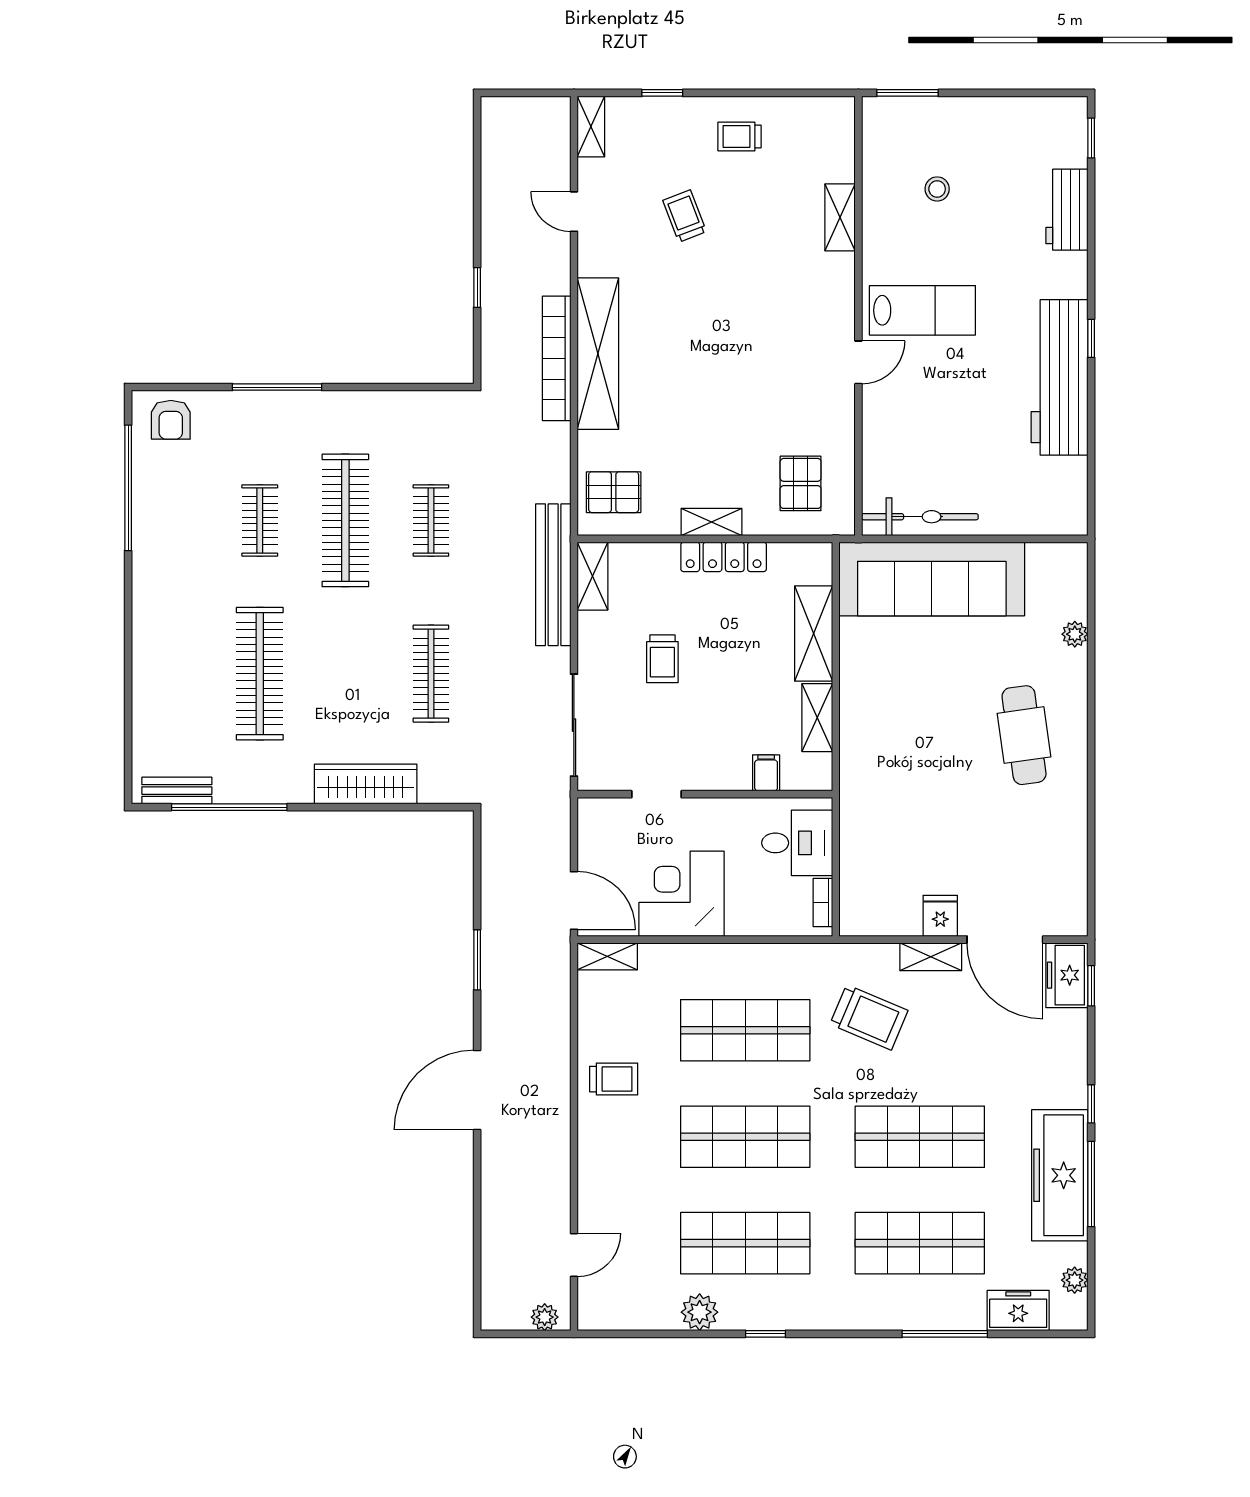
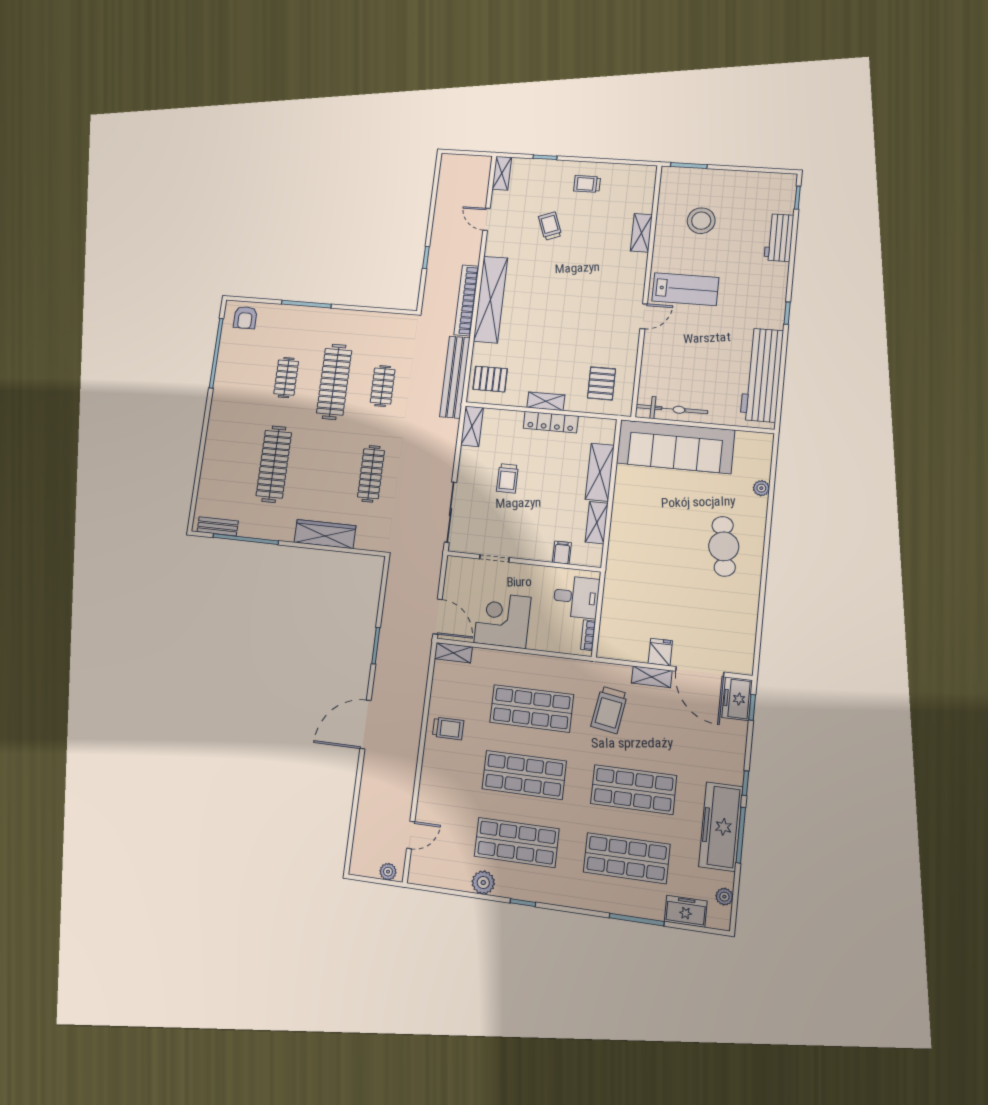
stool: (937, 189) -> (701, 221), width x1.89, depth x1.89
workbench: (1059, 377) -> (762, 375), moved
bench: (553, 575) -> (455, 377), moved
trolley: (869, 1017) -> (609, 710), turned 76

